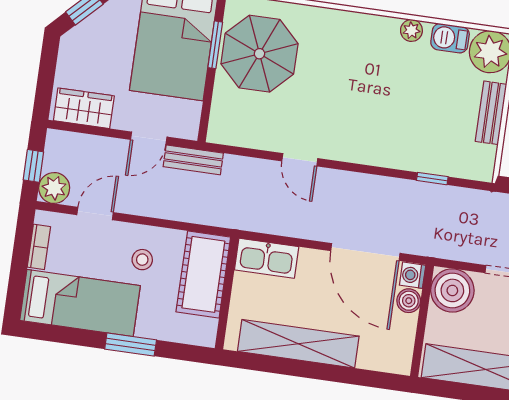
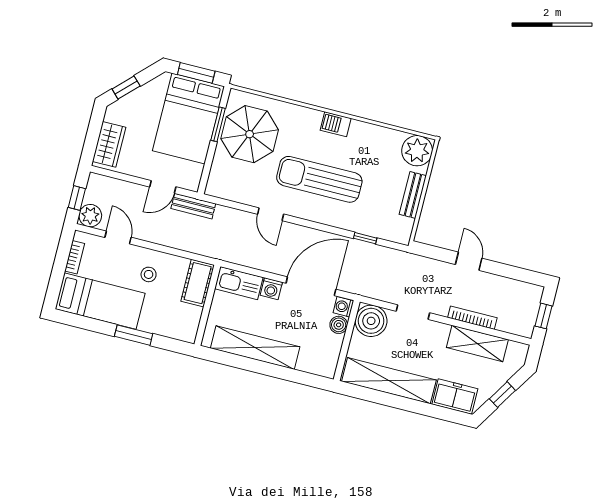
plant: (411, 30) -> (362, 129), removed
barbecue: (450, 38) -> (336, 124), moved
sun lounger: (361, 105) -> (319, 179), added
wardrobe: (84, 108) -> (109, 144), moved, turned 90
door: (95, 214) -> (118, 237), hinge flipped
door: (365, 252) -> (311, 286), swing flipped
washing machine: (312, 261) -> (271, 289), added
cot: (203, 274) -> (198, 283), width x0.73, depth x0.75

